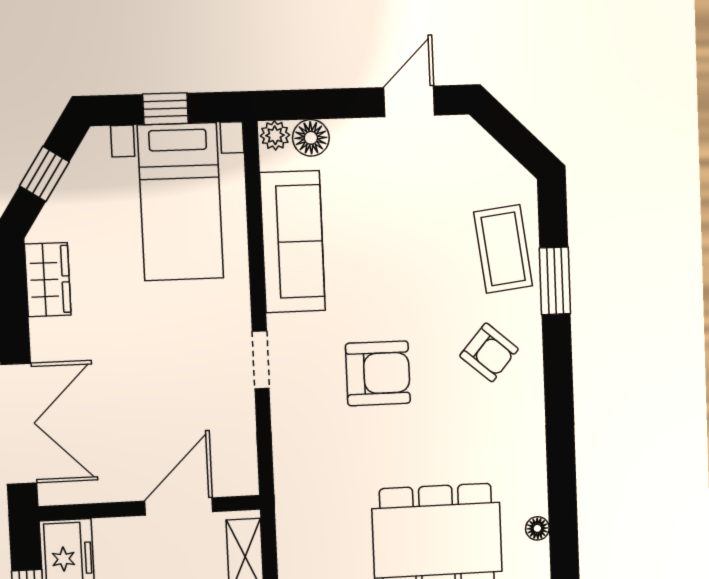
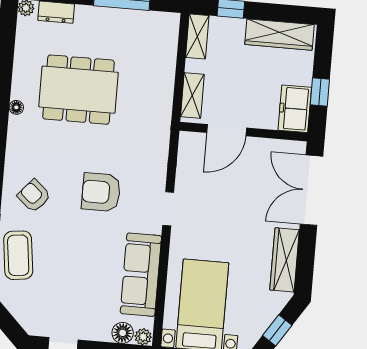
wardrobe: (48, 280) -> (285, 260), width x1.50
floor lamp: (537, 528) -> (16, 107), moved

